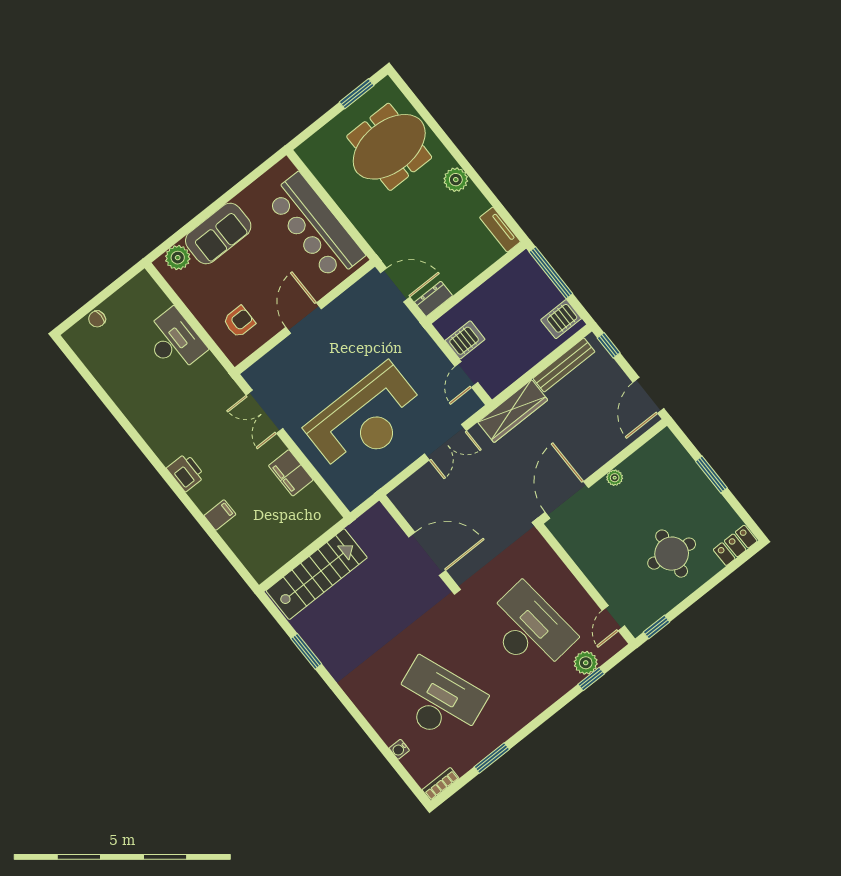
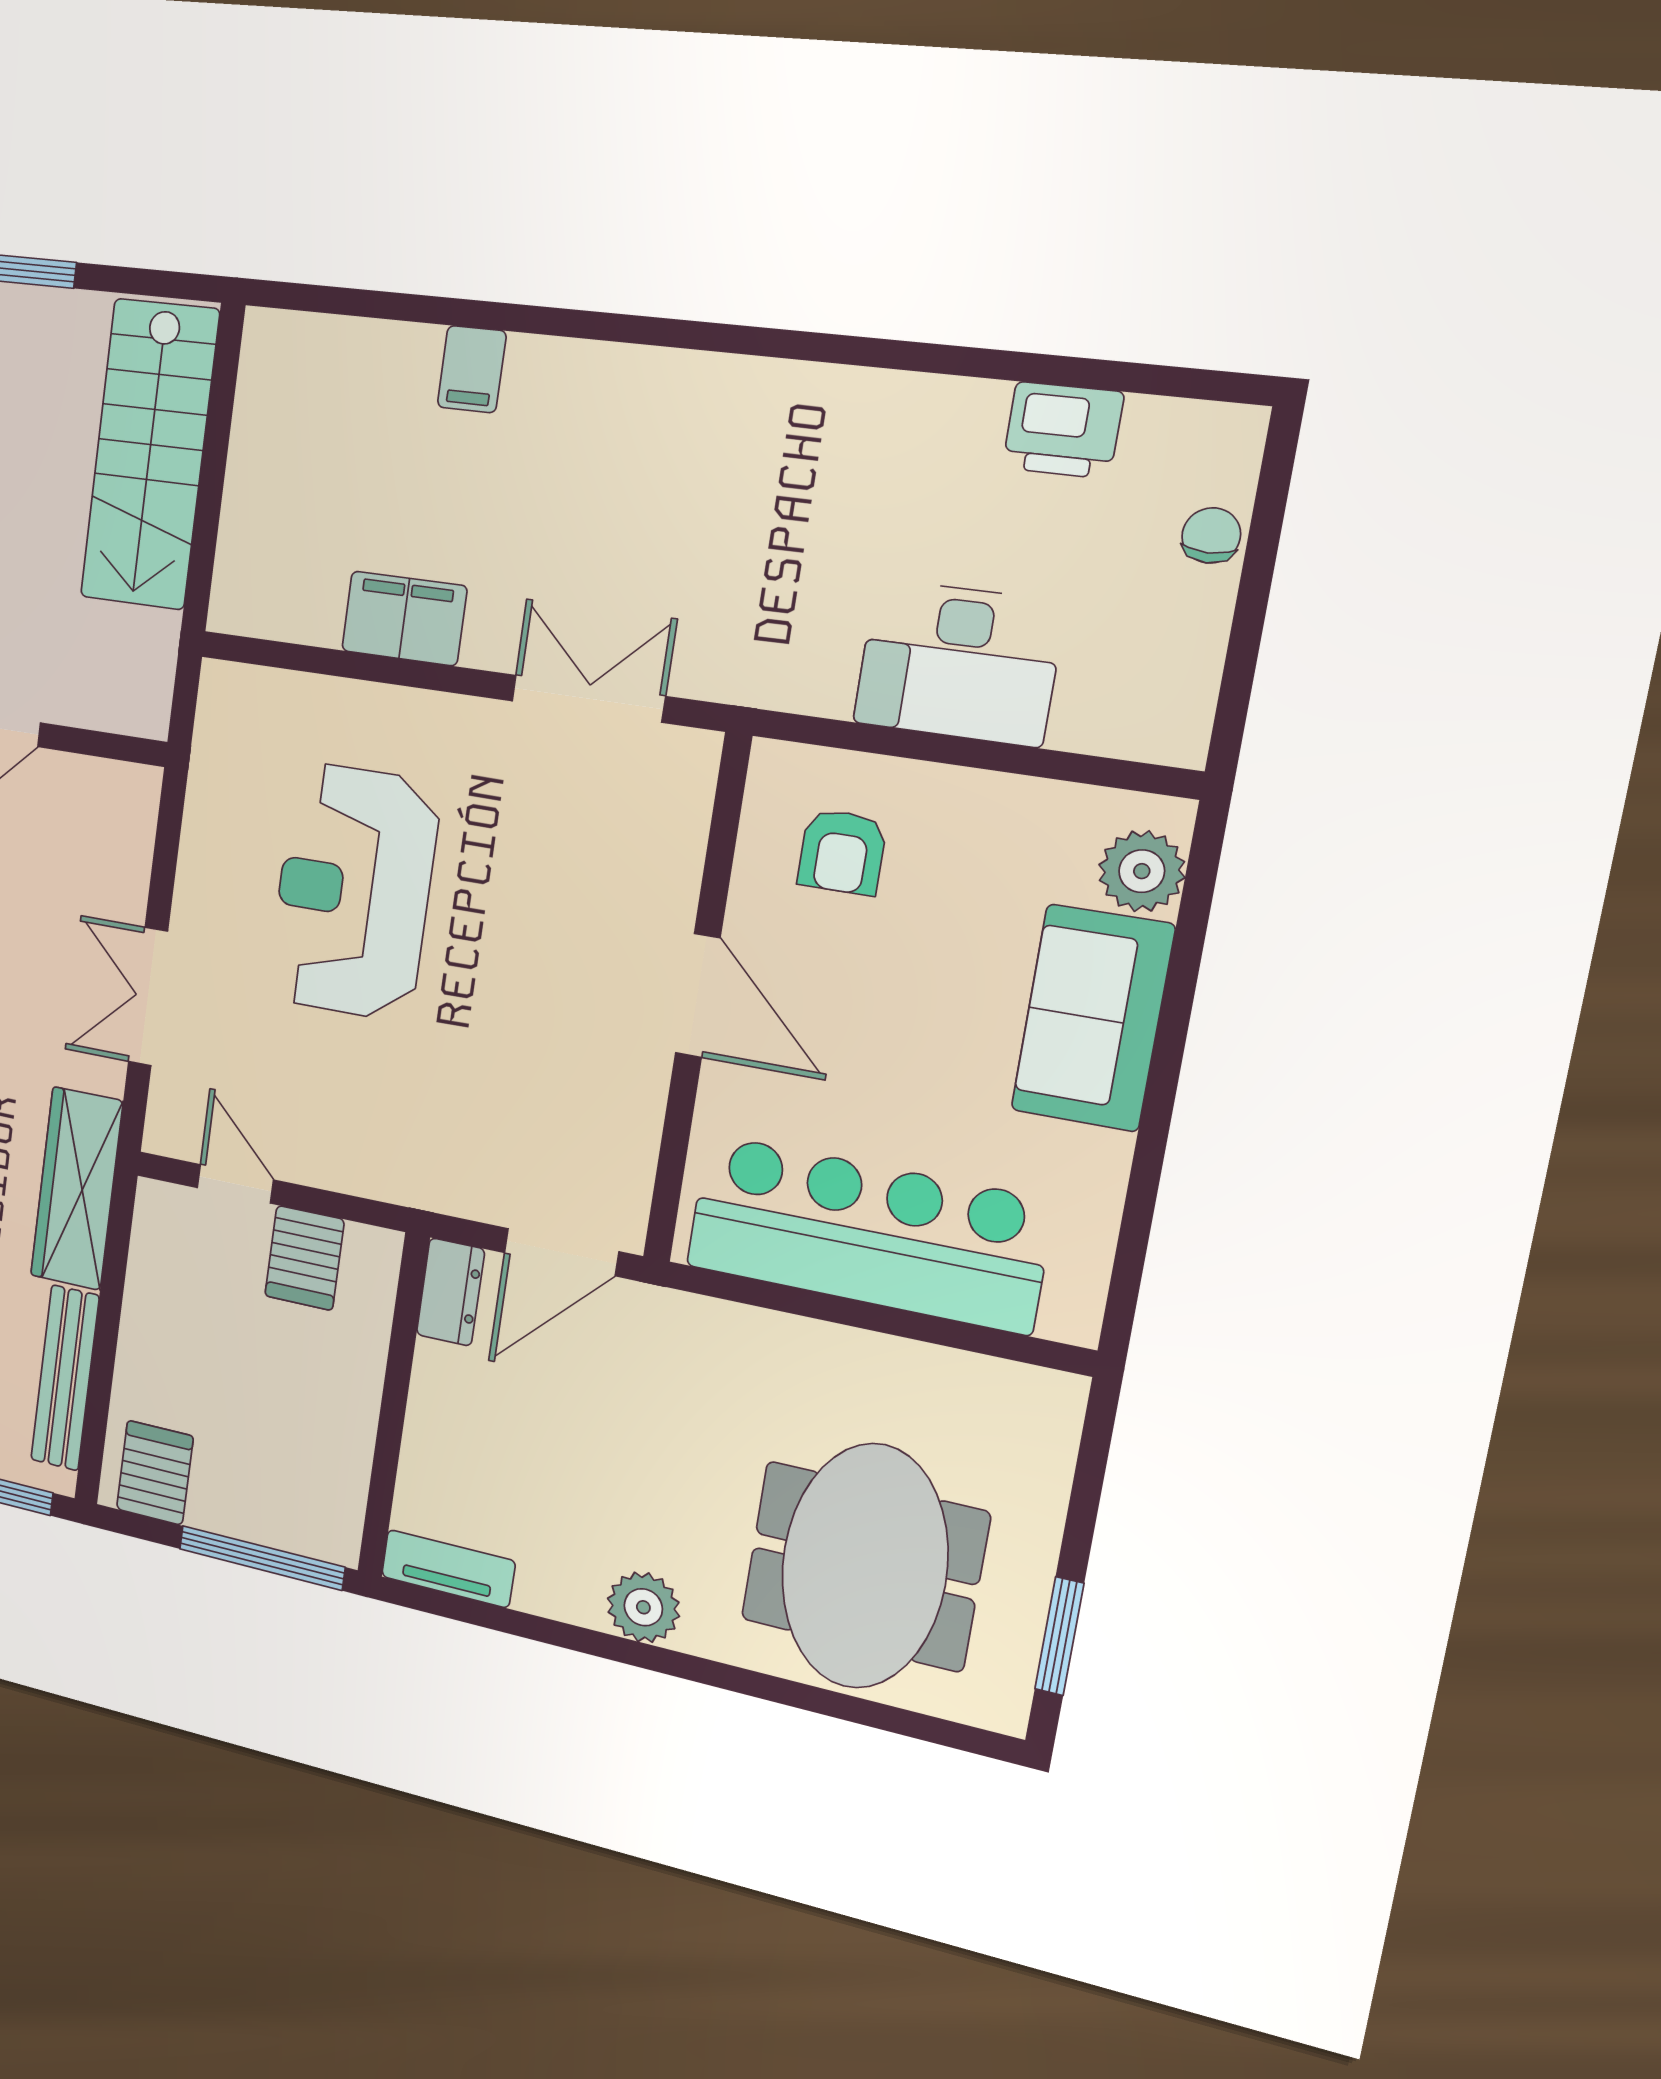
reception desk: (366, 419) -> (353, 892), width x0.74, depth x0.77
printer: (186, 472) -> (1063, 430), moved

